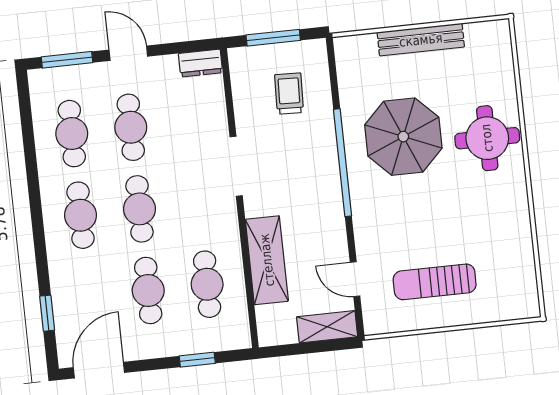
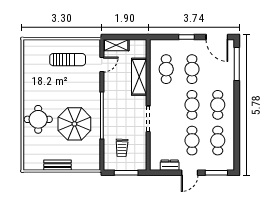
bench: (421, 40) -> (57, 165), width x0.73
door: (128, 53) -> (190, 173), hinge flipped
dresser: (200, 63) -> (170, 165), moved
door: (355, 279) -> (102, 64), hinge flipped
window: (47, 313) -> (237, 64), width x2.17
window: (197, 360) -> (186, 37), moved
door: (99, 370) -> (217, 37), hinge flipped

